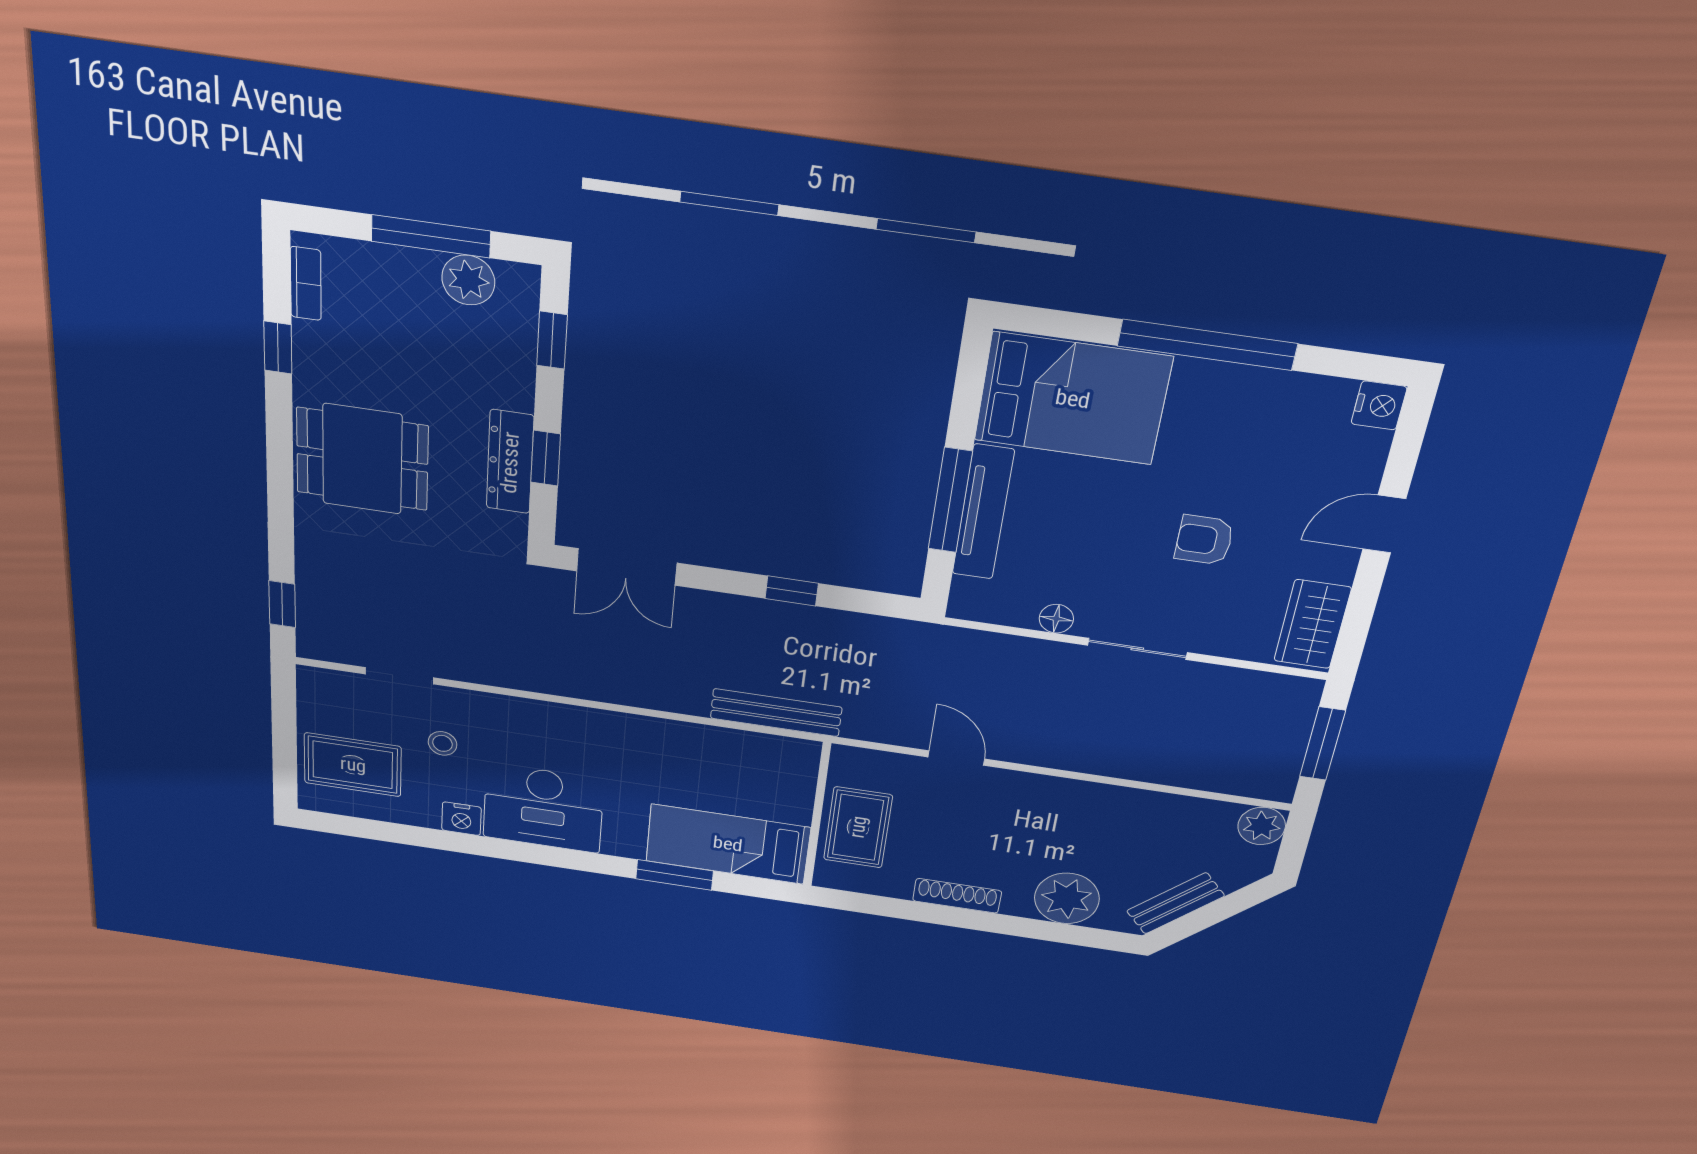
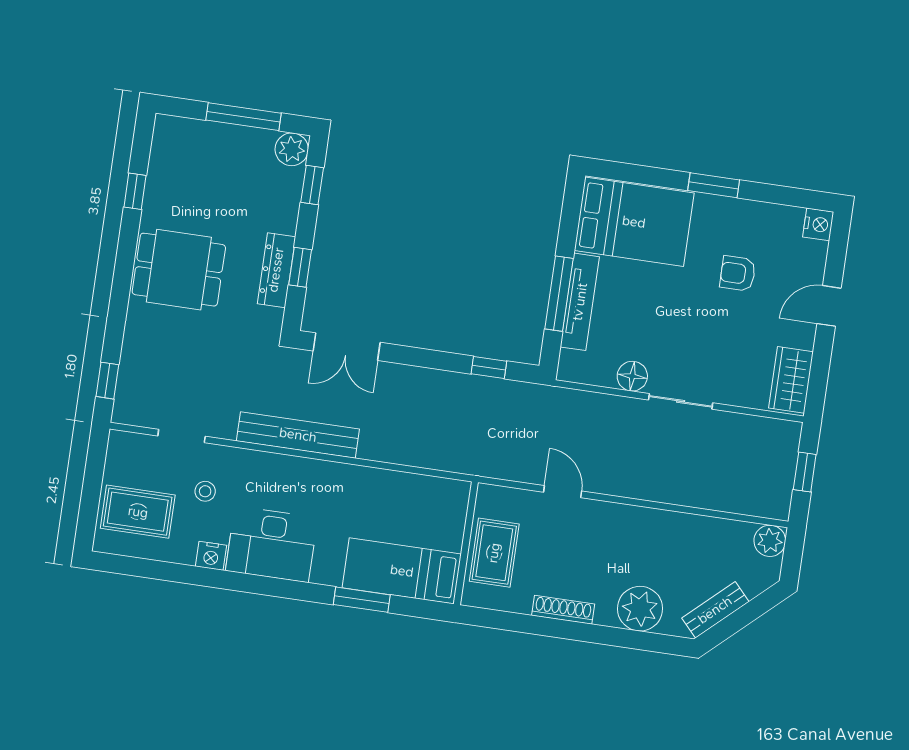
plant: (468, 280) -> (292, 149), moved
bookcase: (306, 284) -> (160, 148), removed
window: (1207, 345) -> (714, 185), width x0.47
armchair: (1204, 540) -> (738, 273), moved
window: (792, 591) -> (489, 367), moved
floor lamp: (1056, 619) -> (632, 376), width x1.37, depth x1.37
bench: (776, 713) -> (298, 435), moved, width x1.37, depth x1.21
window: (1322, 744) -> (805, 472), width x0.67

